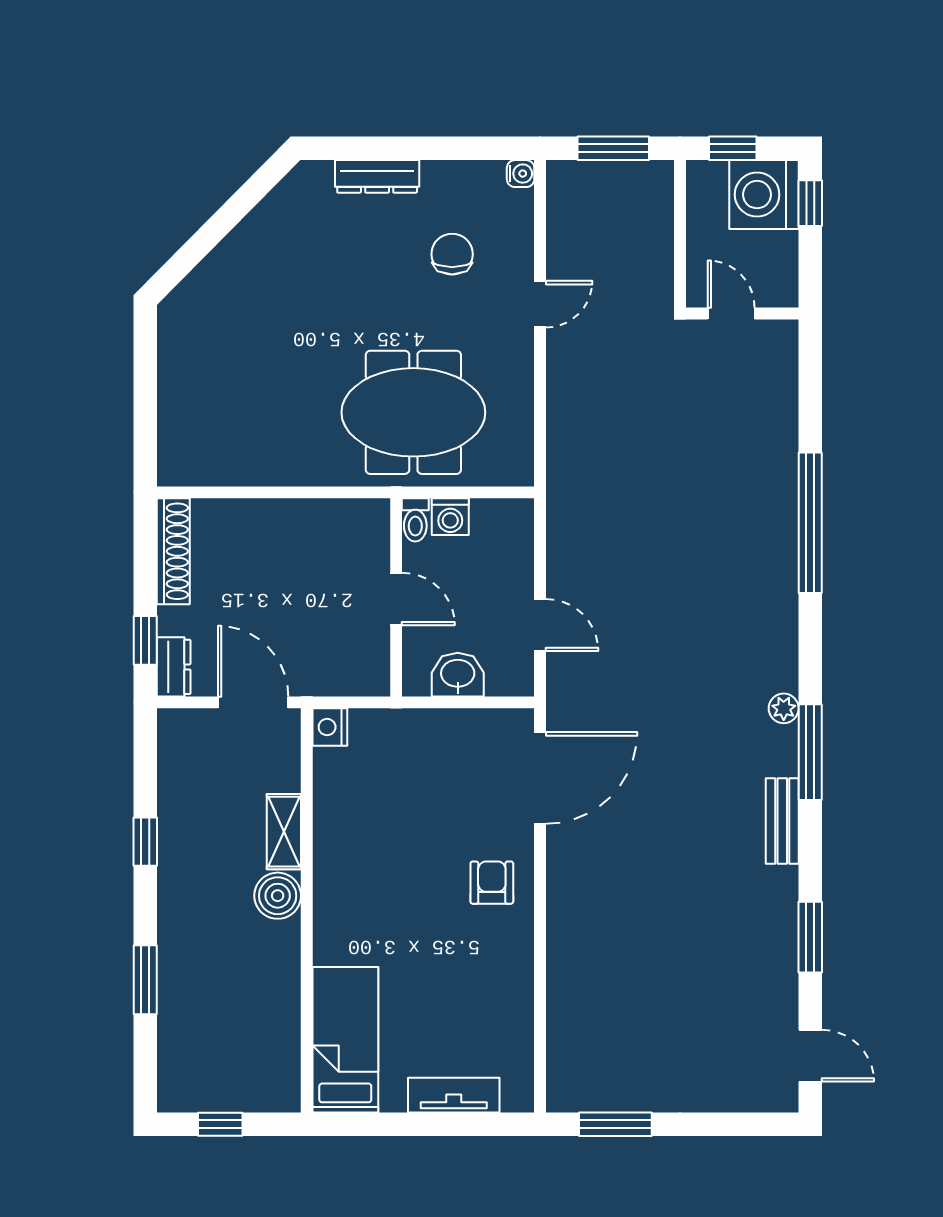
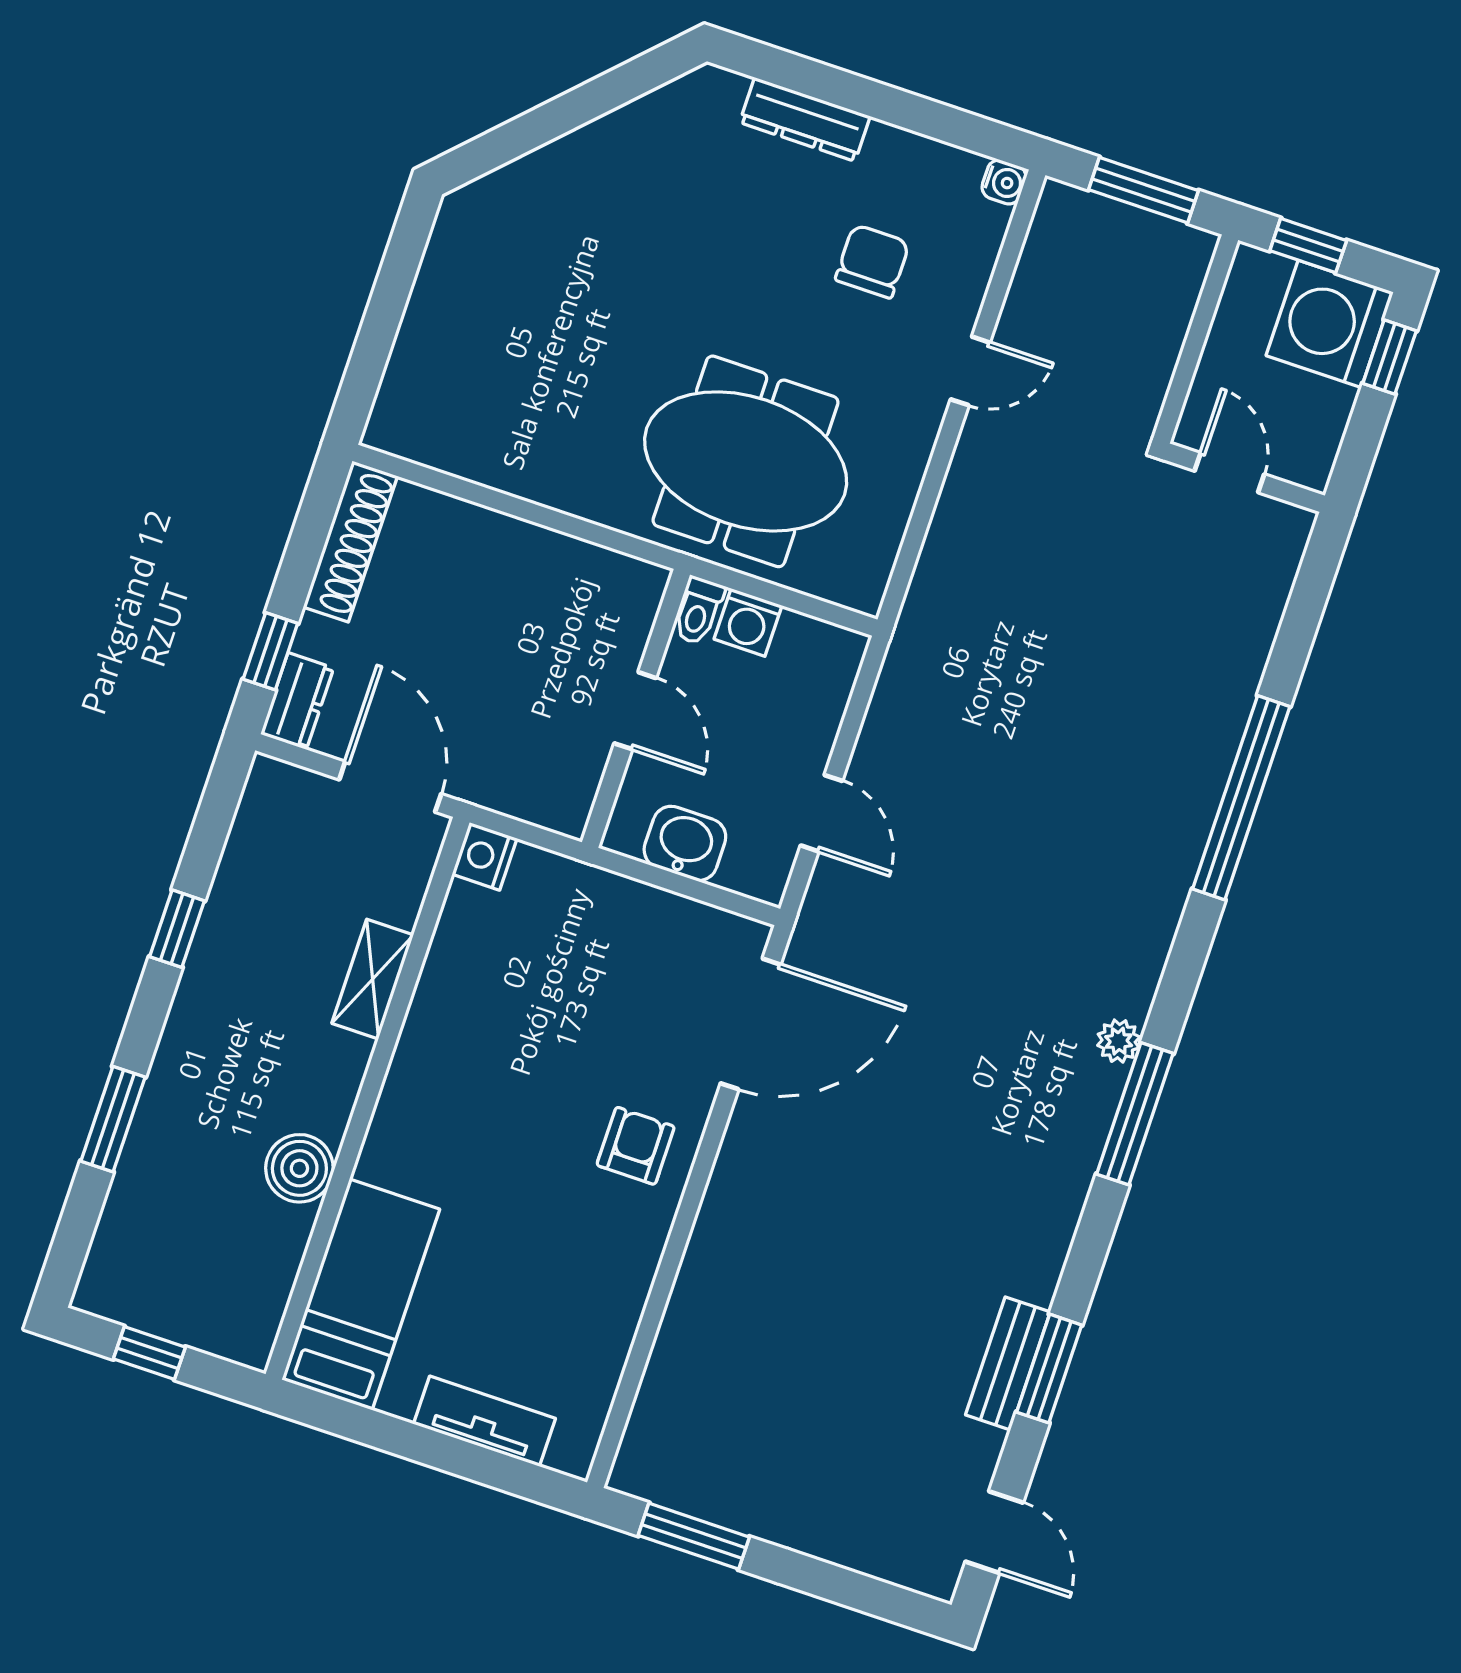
bench: (782, 821) -> (1008, 1363), moved
boiler: (278, 896) -> (299, 1168), moved

